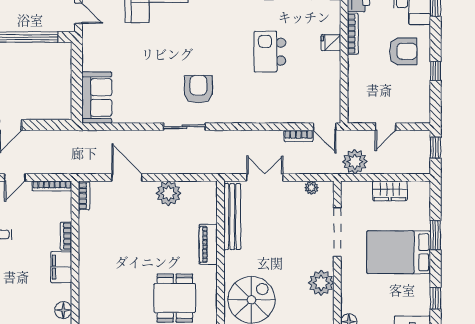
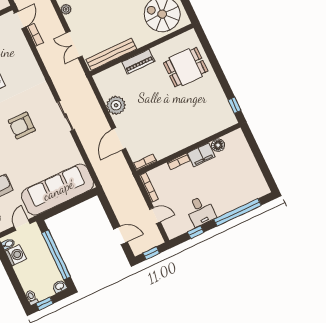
armchair: (198, 89) -> (22, 125), moved
sofa: (97, 98) -> (58, 190), width x1.85, depth x1.27
floor lamp: (63, 310) -> (218, 145), moved

